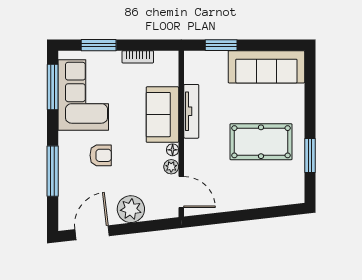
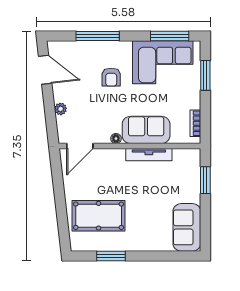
bookcase: (138, 57) -> (195, 123), moved
sofa: (266, 67) -> (187, 227), width x0.73
pool table: (261, 142) -> (99, 216), moved, turned 90
plant: (171, 167) -> (101, 137), removed
plant: (131, 209) -> (61, 109), width x0.53, depth x0.53

